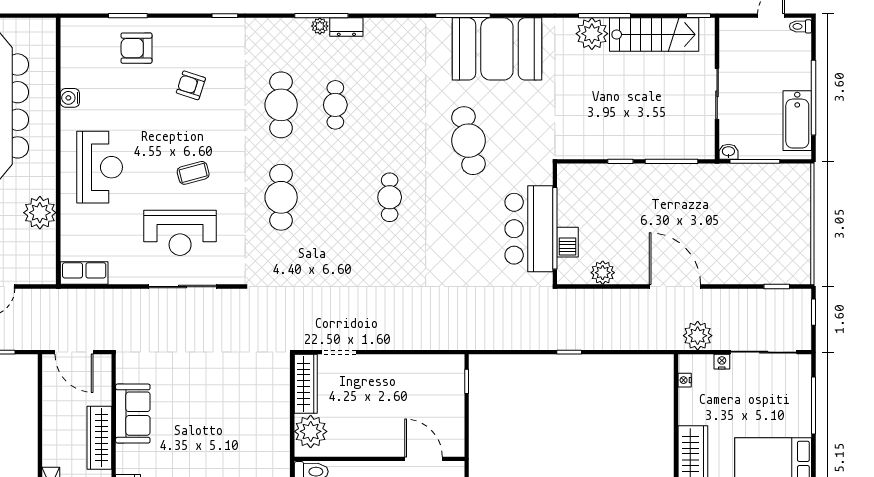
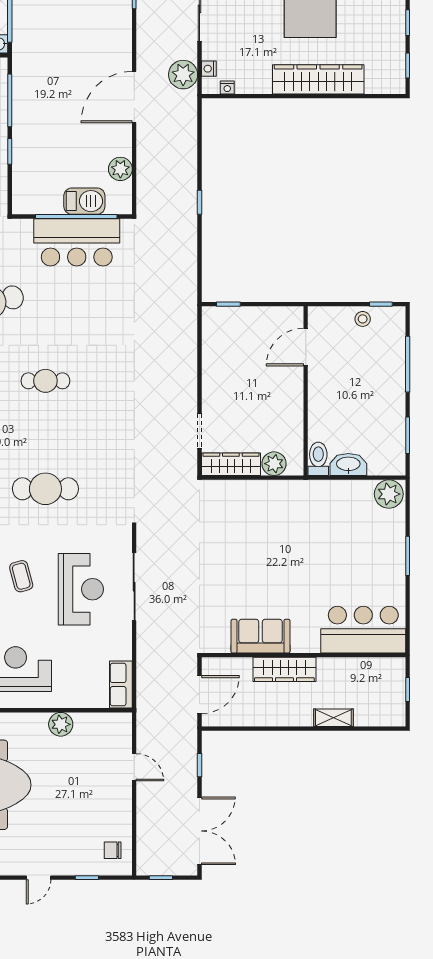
plant: (40, 213) -> (61, 724), width x0.73, depth x0.73
barbecue: (568, 242) -> (84, 201), width x1.38, depth x1.27
nightstand: (722, 362) -> (209, 69), moved
plant: (311, 431) -> (274, 464), width x0.73, depth x0.73

